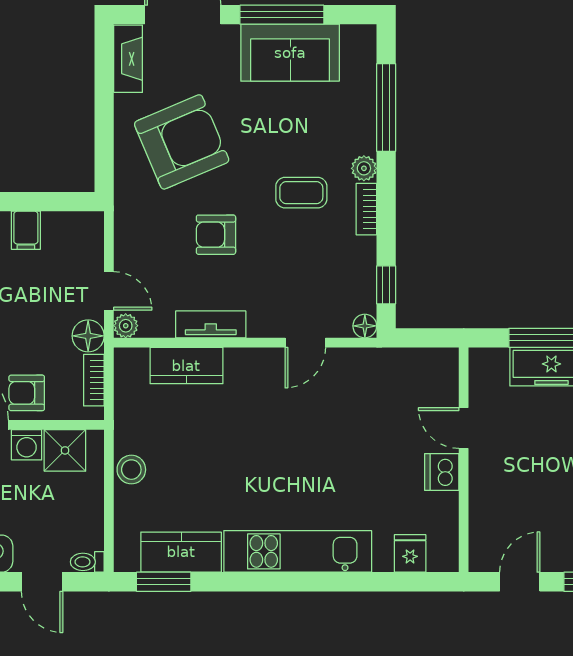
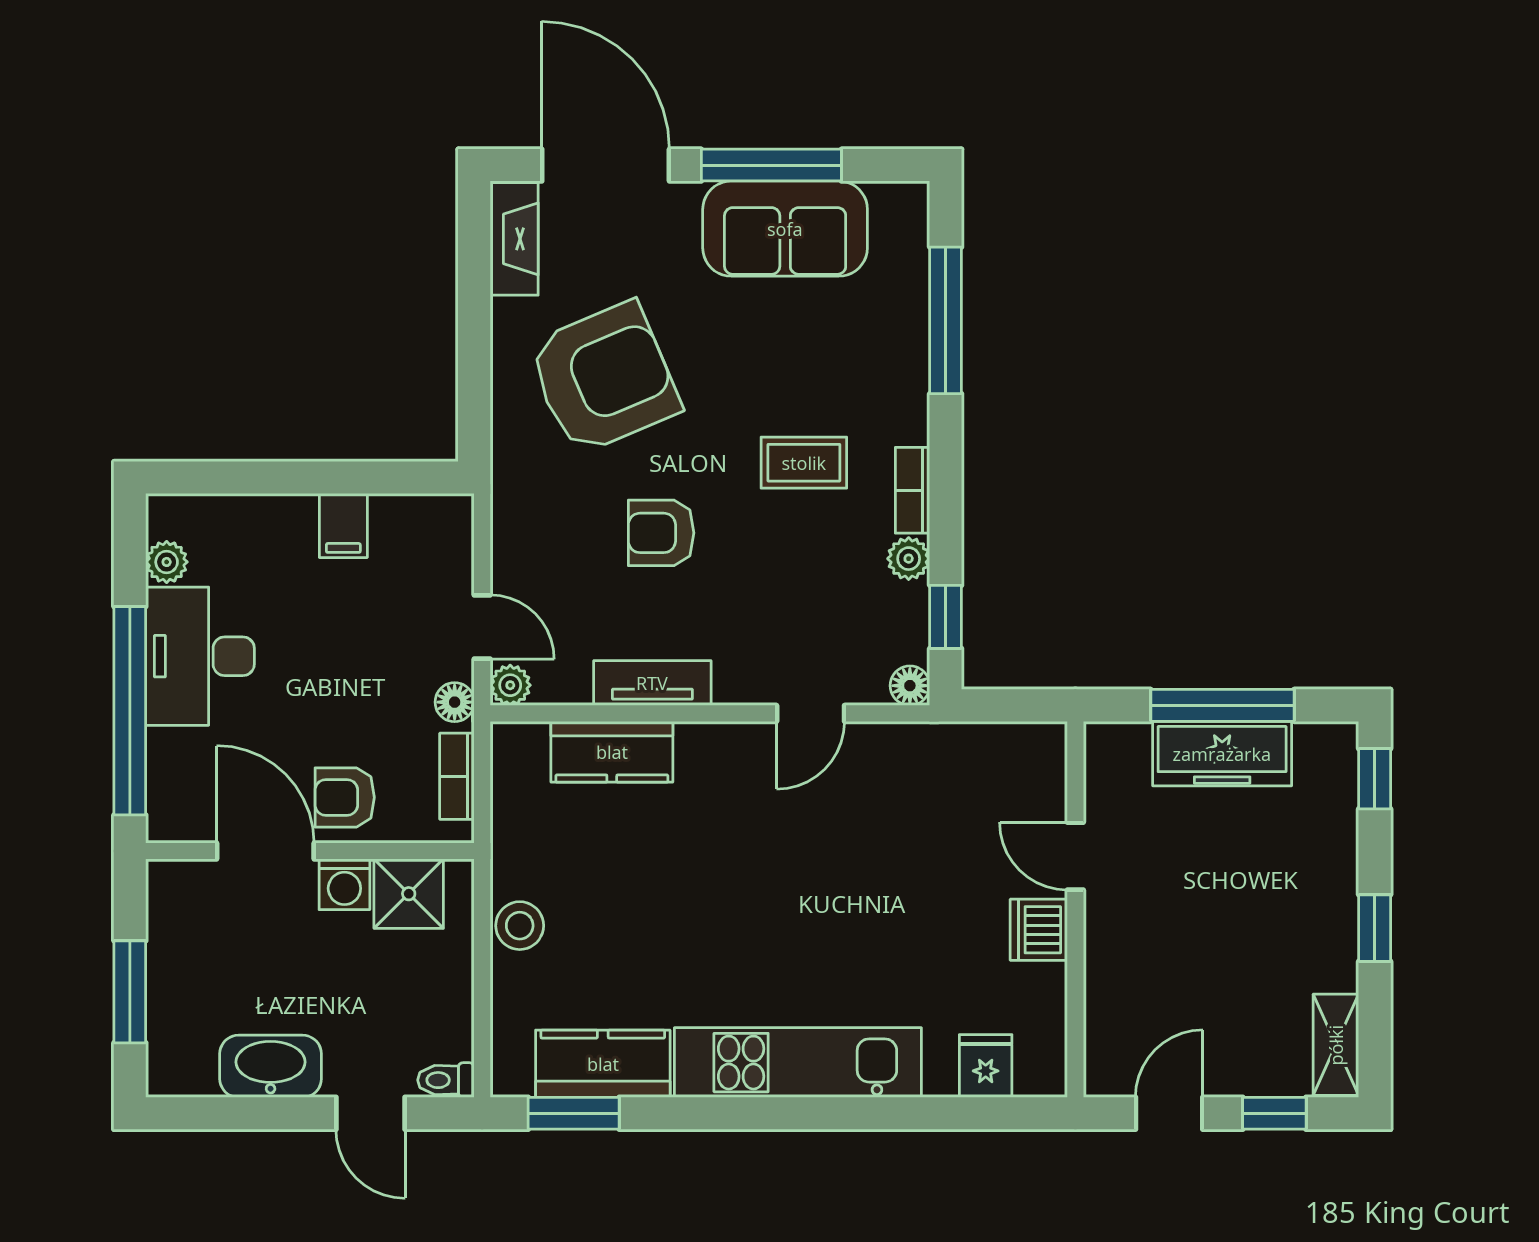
plant: (364, 168) -> (909, 559), moved
floor lamp: (88, 336) -> (455, 702), width x0.73, depth x0.73

